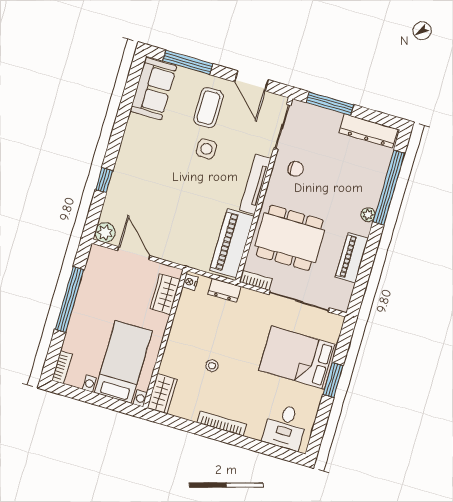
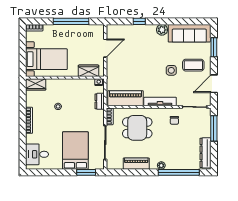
window: (188, 62) -> (214, 47), width x0.69
sofa: (153, 89) -> (189, 33), width x1.36
plant: (105, 233) -> (162, 30), moved
dining table: (290, 238) -> (137, 128), width x0.73
window: (333, 380) -> (86, 172), moved

